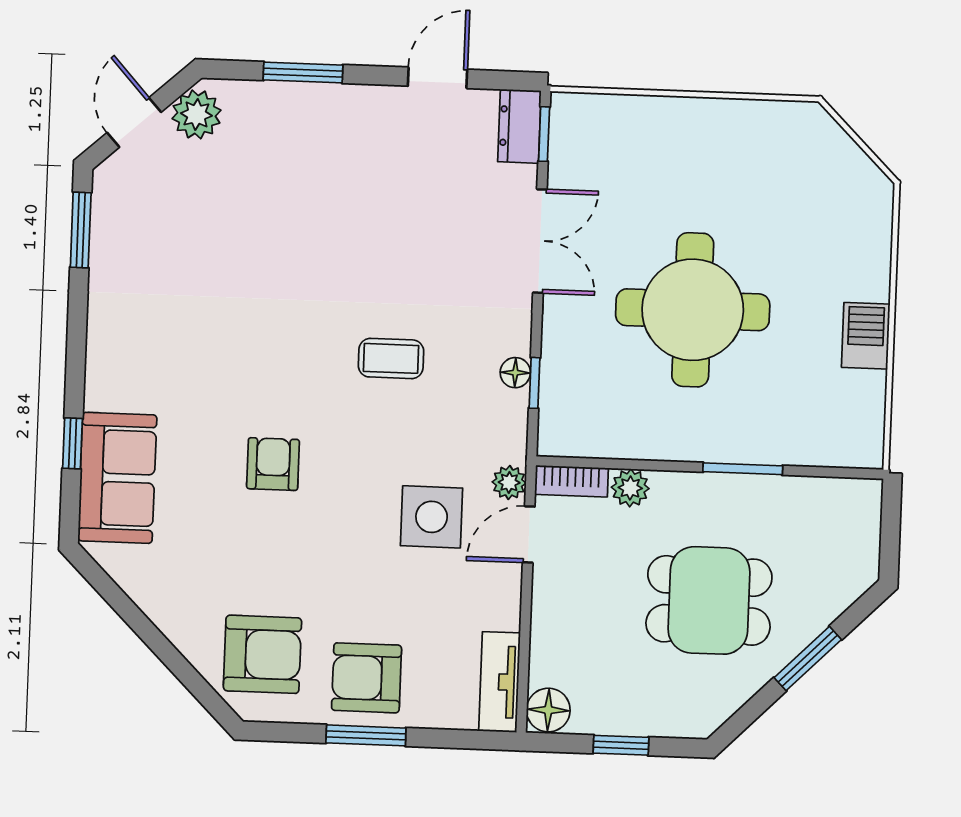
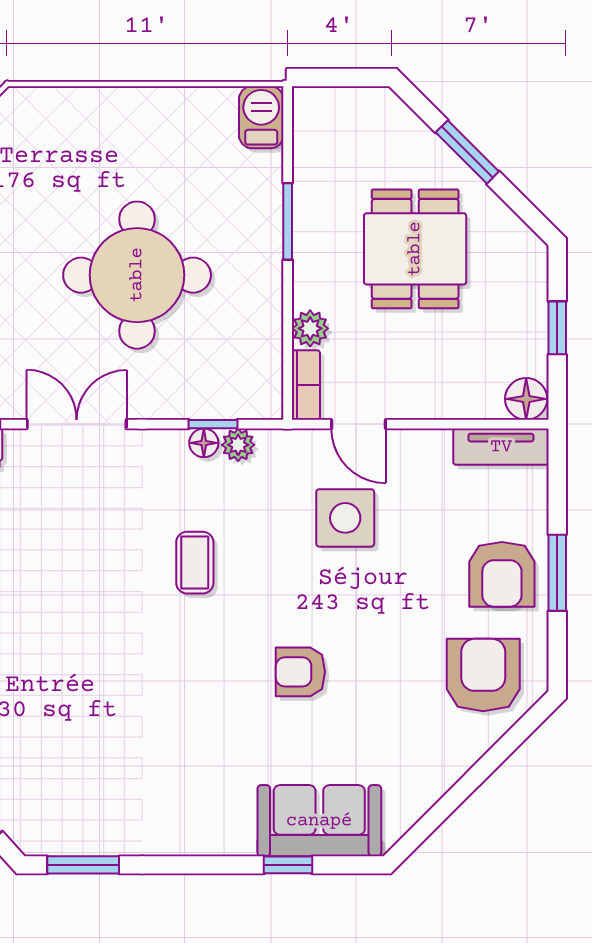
barbecue: (866, 336) -> (261, 117), moved, turned 90
plant: (509, 482) -> (238, 445), moved

